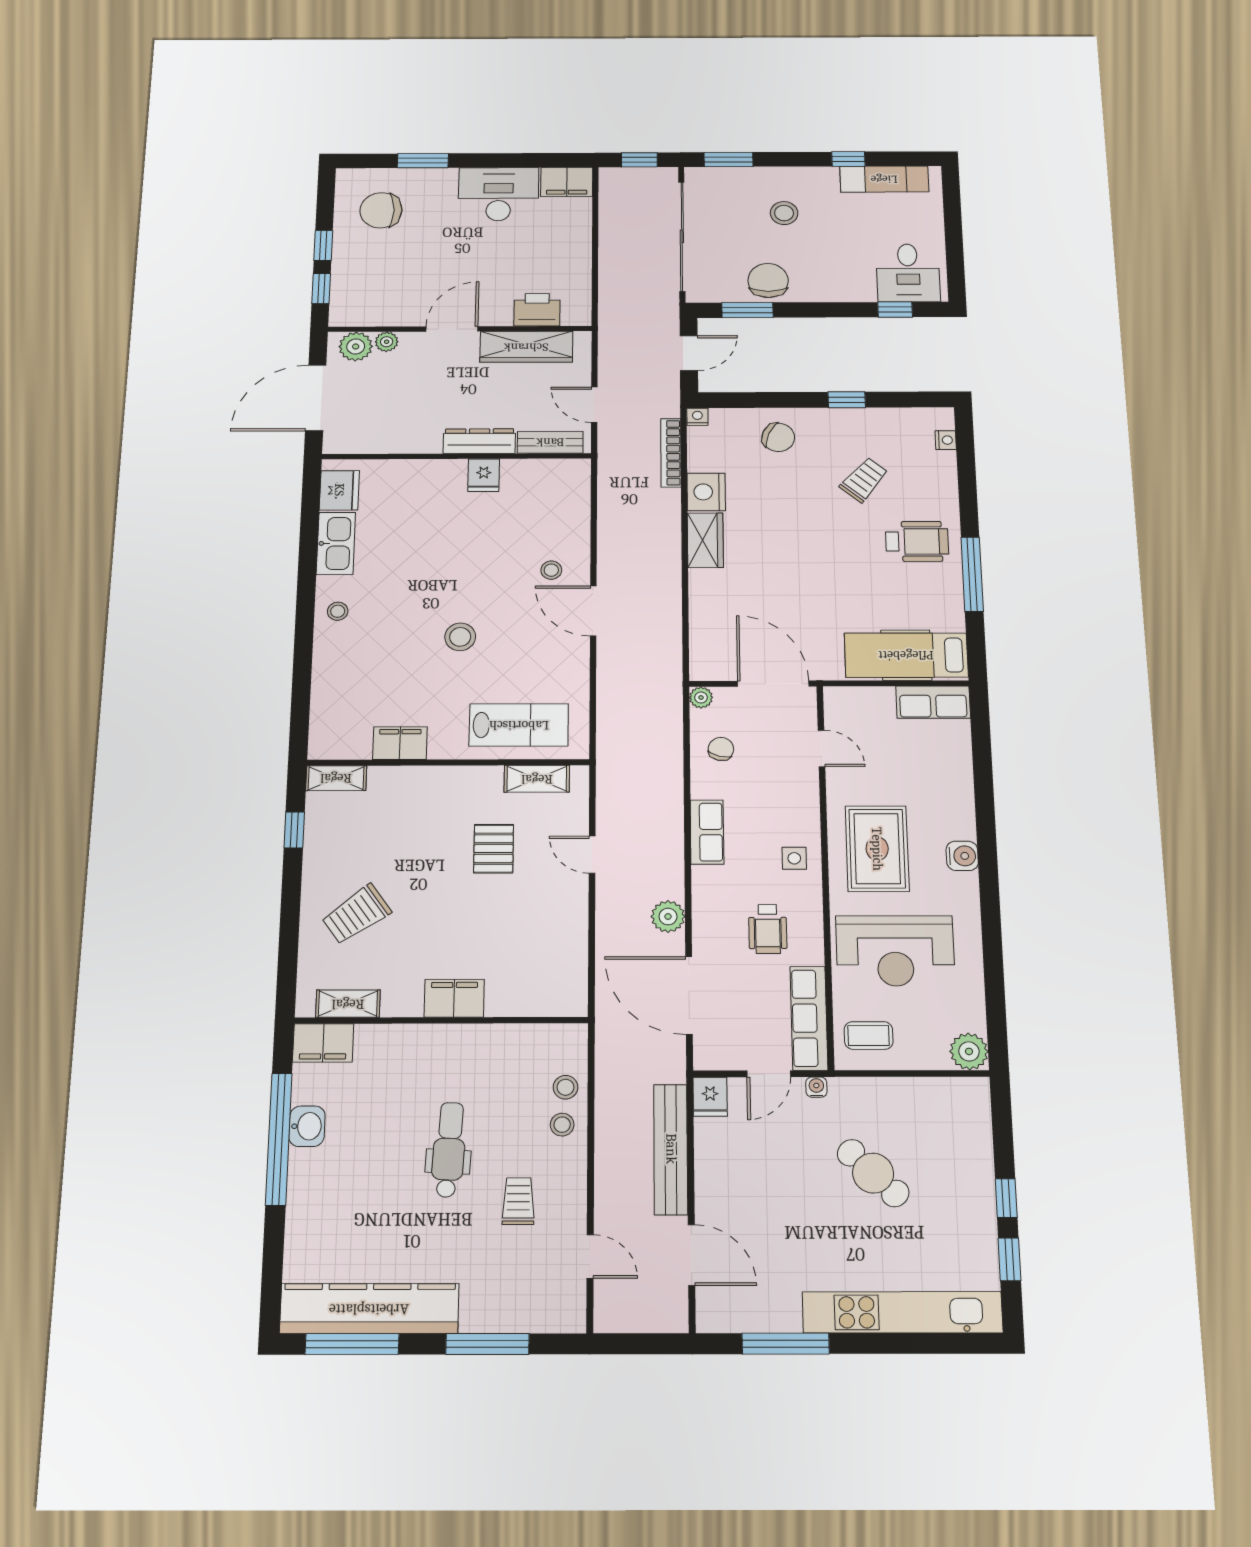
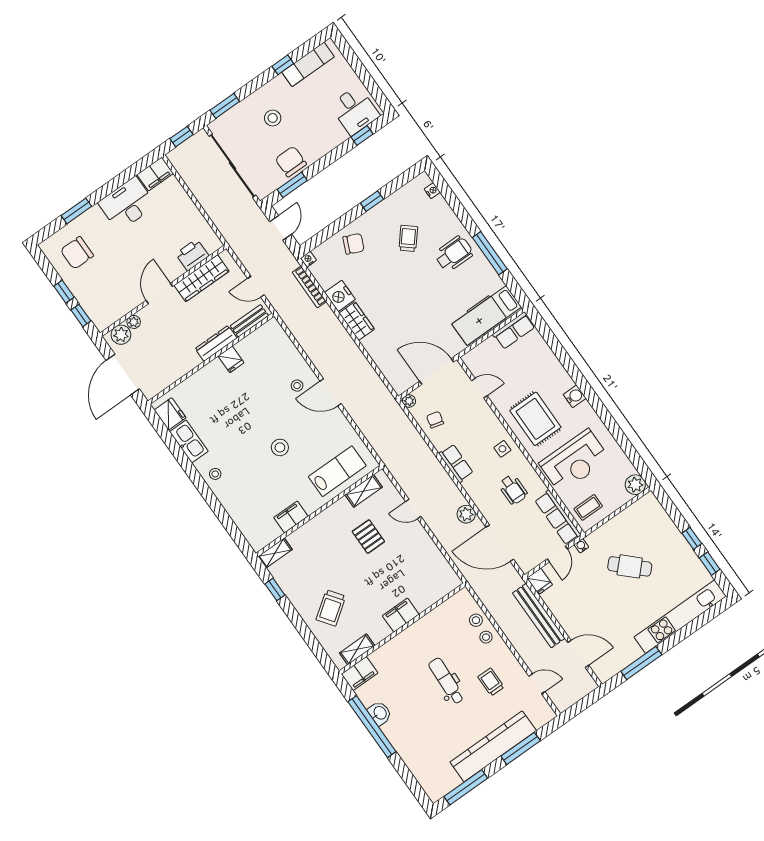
kitchen counter: (369, 1309) -> (493, 746), moved

